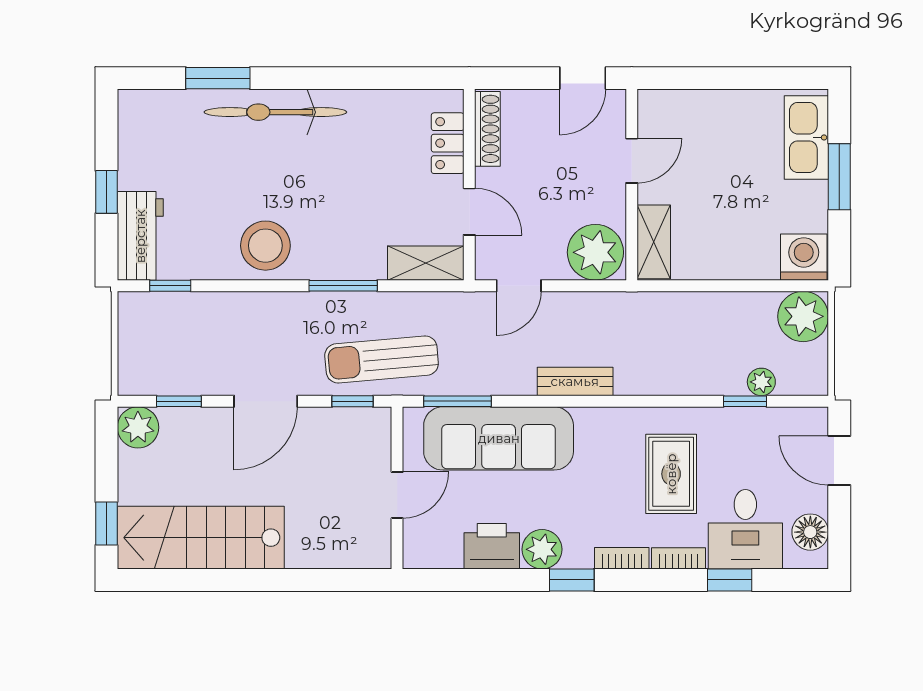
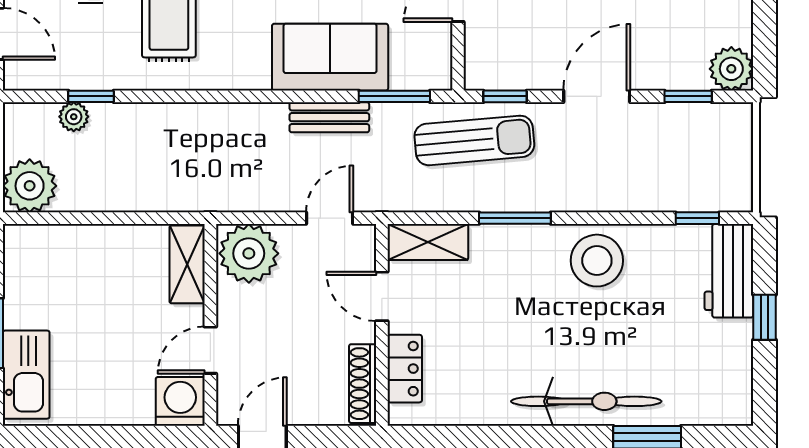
washing machine: (804, 257) -> (180, 401), moved, turned 180
bench: (575, 381) -> (329, 117), moved
sofa: (499, 438) -> (330, 57), width x0.73

